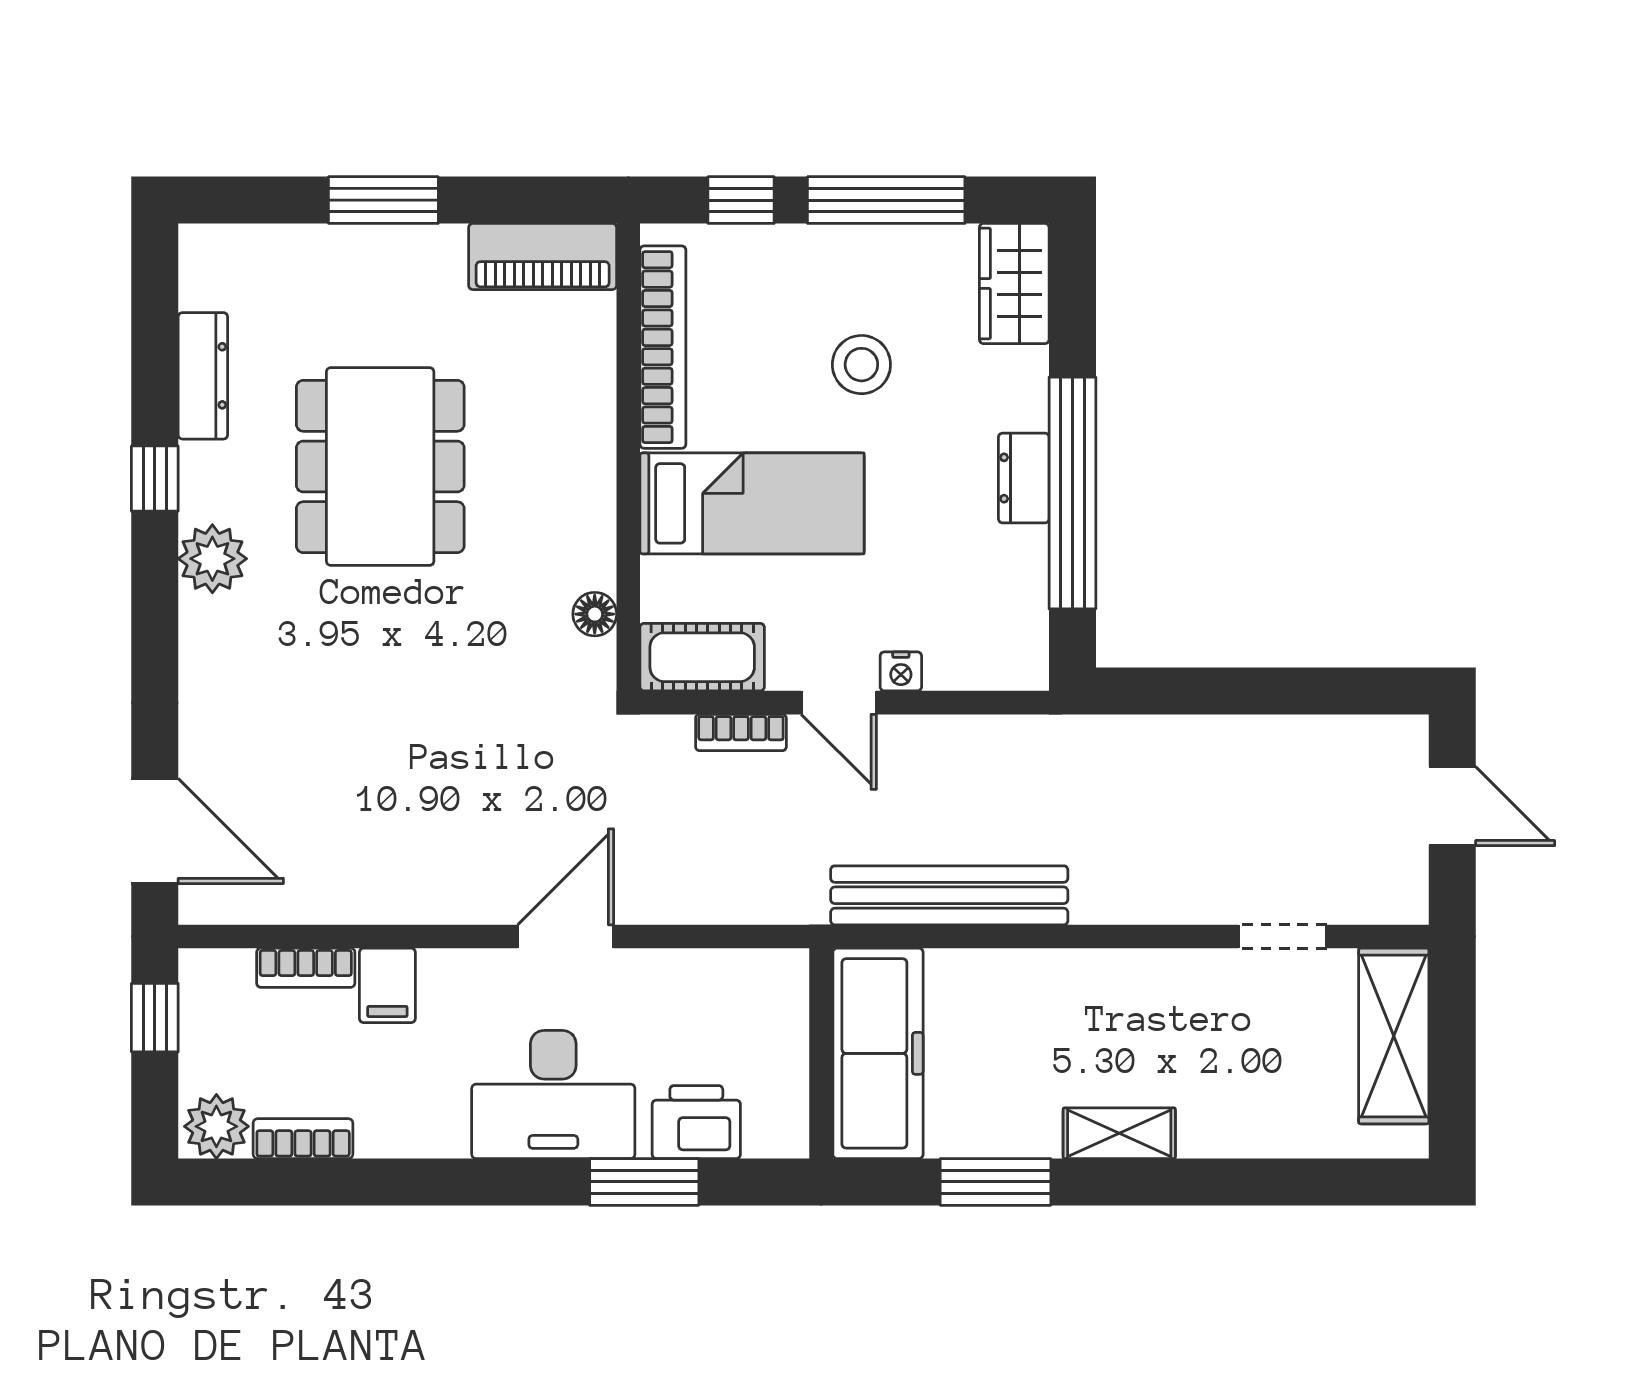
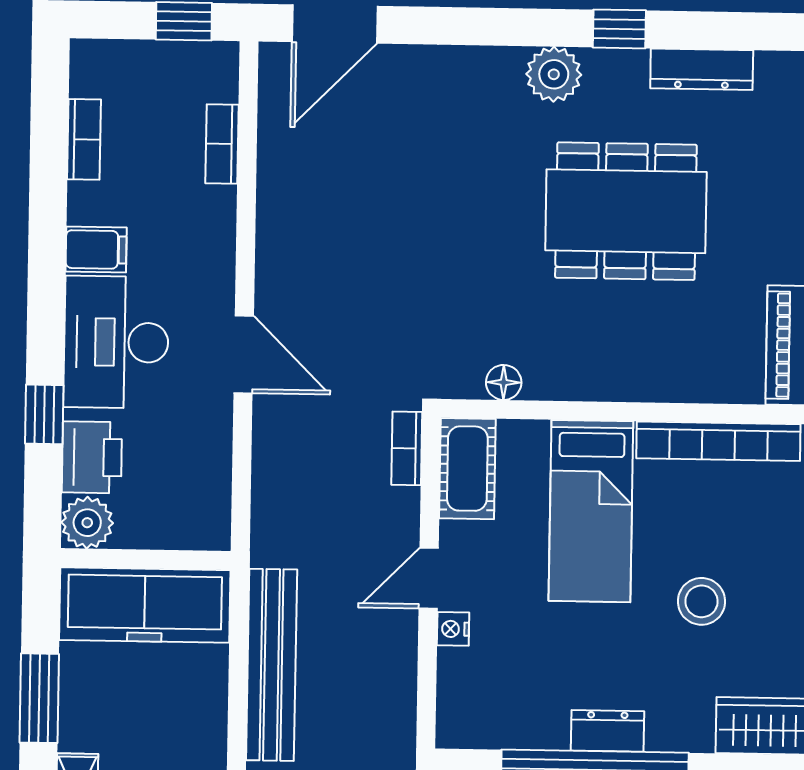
bookcase: (741, 733) -> (407, 448), moved
filing cabinet: (387, 985) -> (96, 250), moved, turned 180
plant: (216, 1126) -> (87, 523), moved
window: (644, 1182) -> (44, 414), width x0.67

